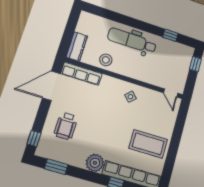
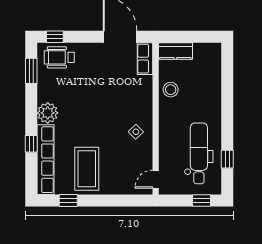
dental chair: (132, 41) -> (199, 153), moved
row of seats: (81, 74) -> (145, 59), width x0.68
wheelchair: (66, 126) -> (59, 57), moved
window: (169, 166) -> (68, 201), added

